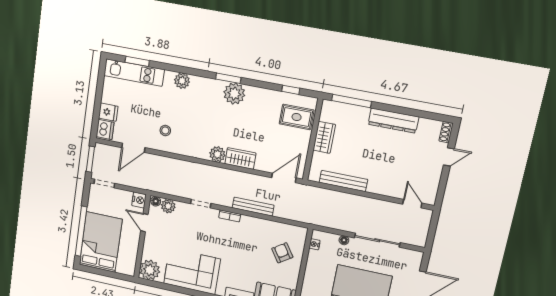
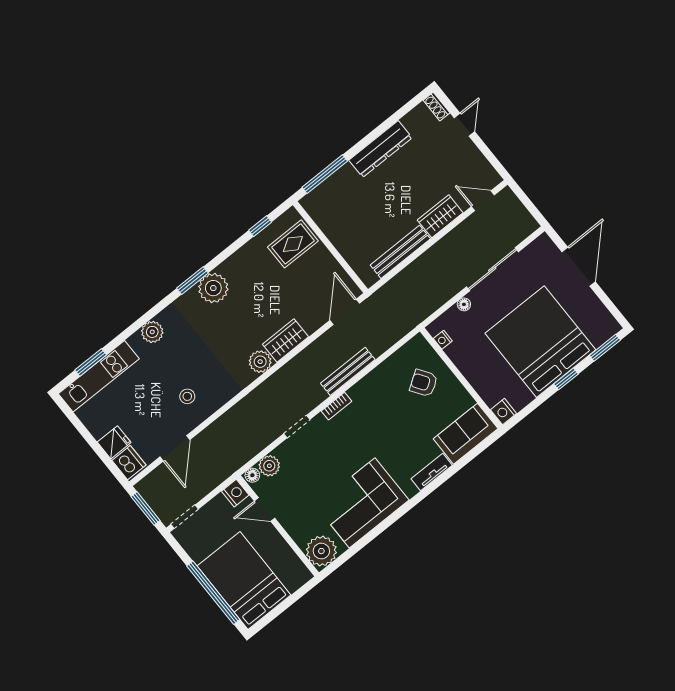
wardrobe: (324, 137) -> (440, 216), moved, turned -90

